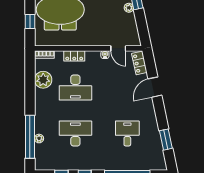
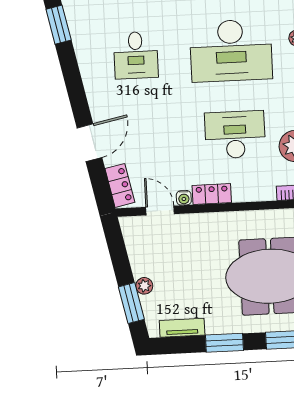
locker: (74, 56) -> (212, 194), moved
desk: (75, 133) -> (231, 51), width x1.36, depth x1.30
window: (166, 140) -> (59, 25), moved

